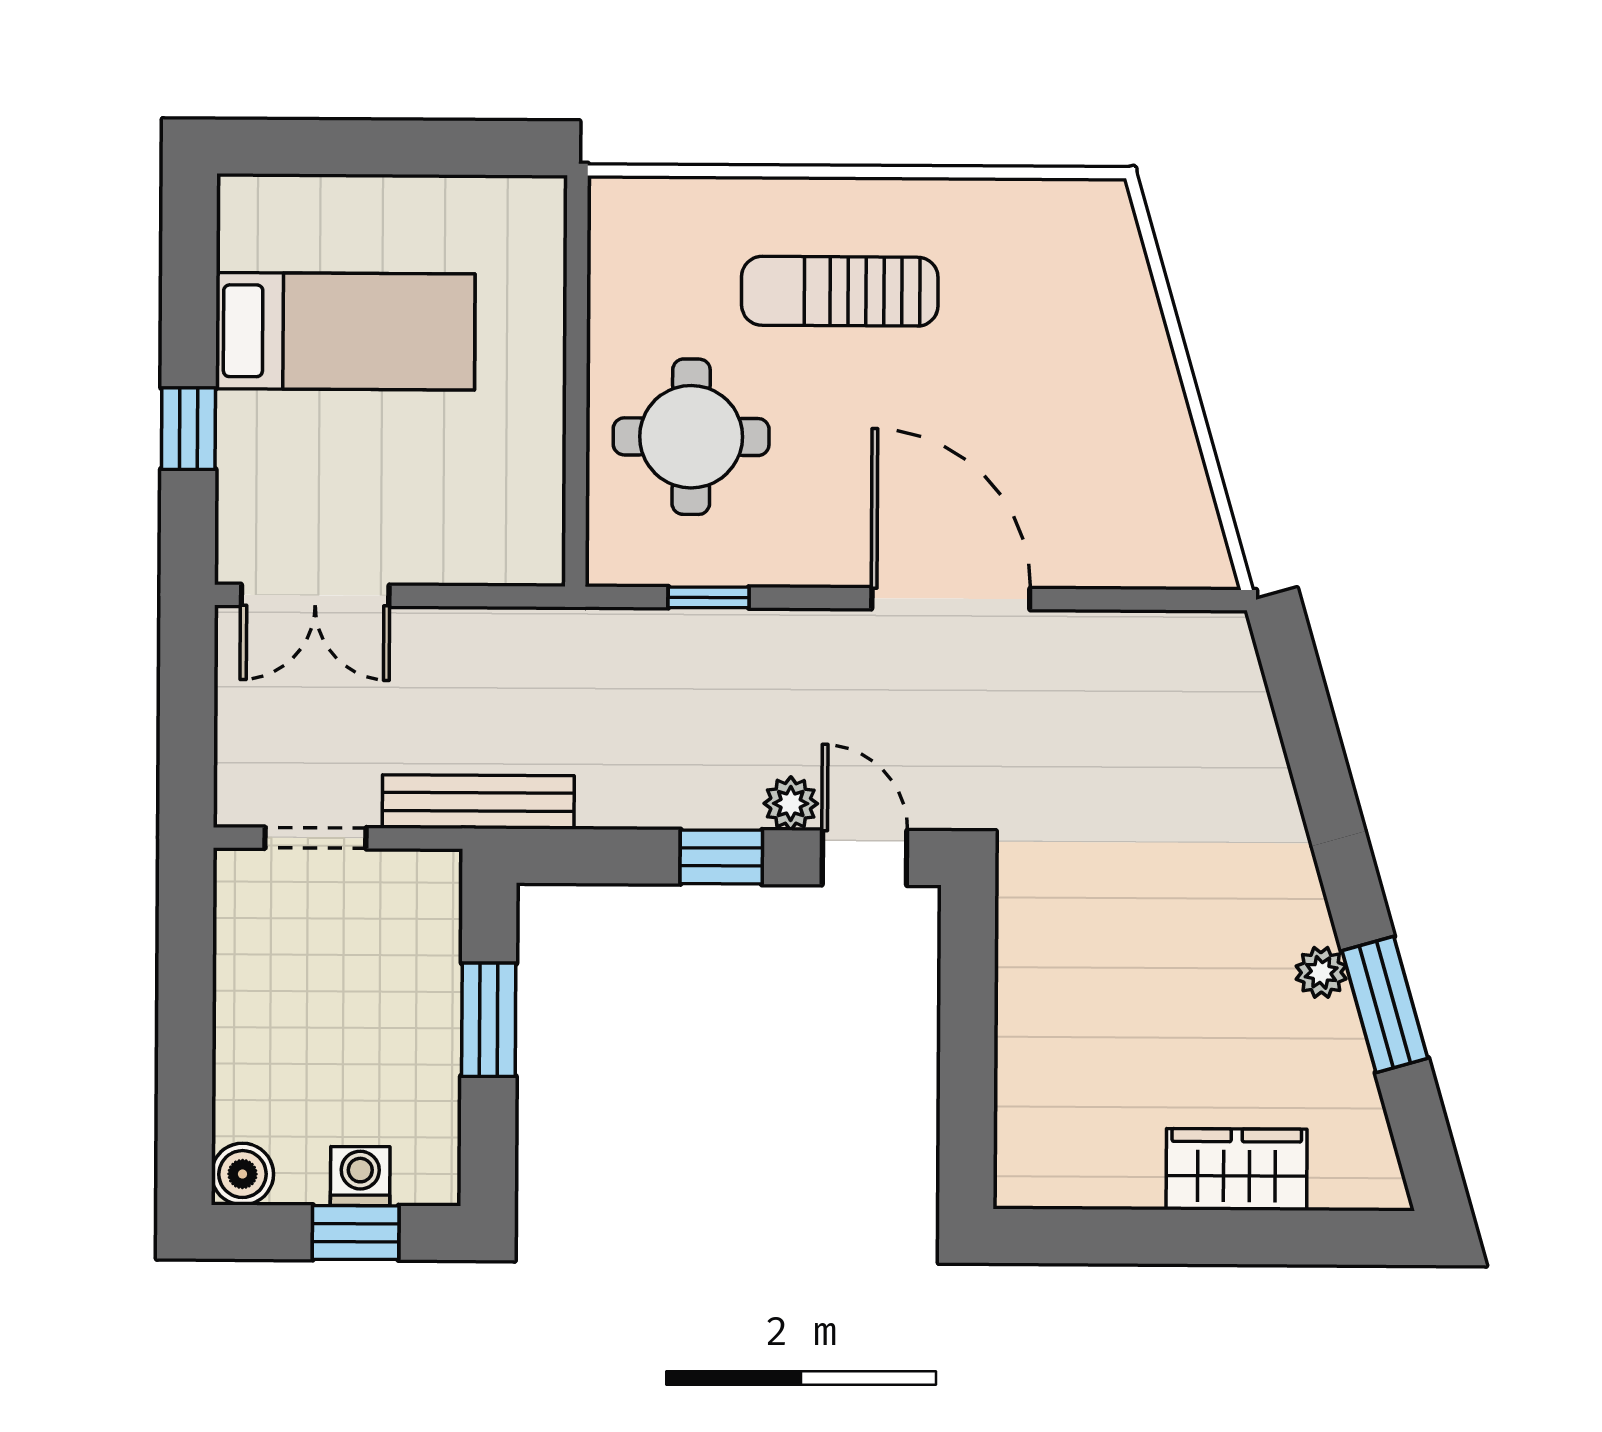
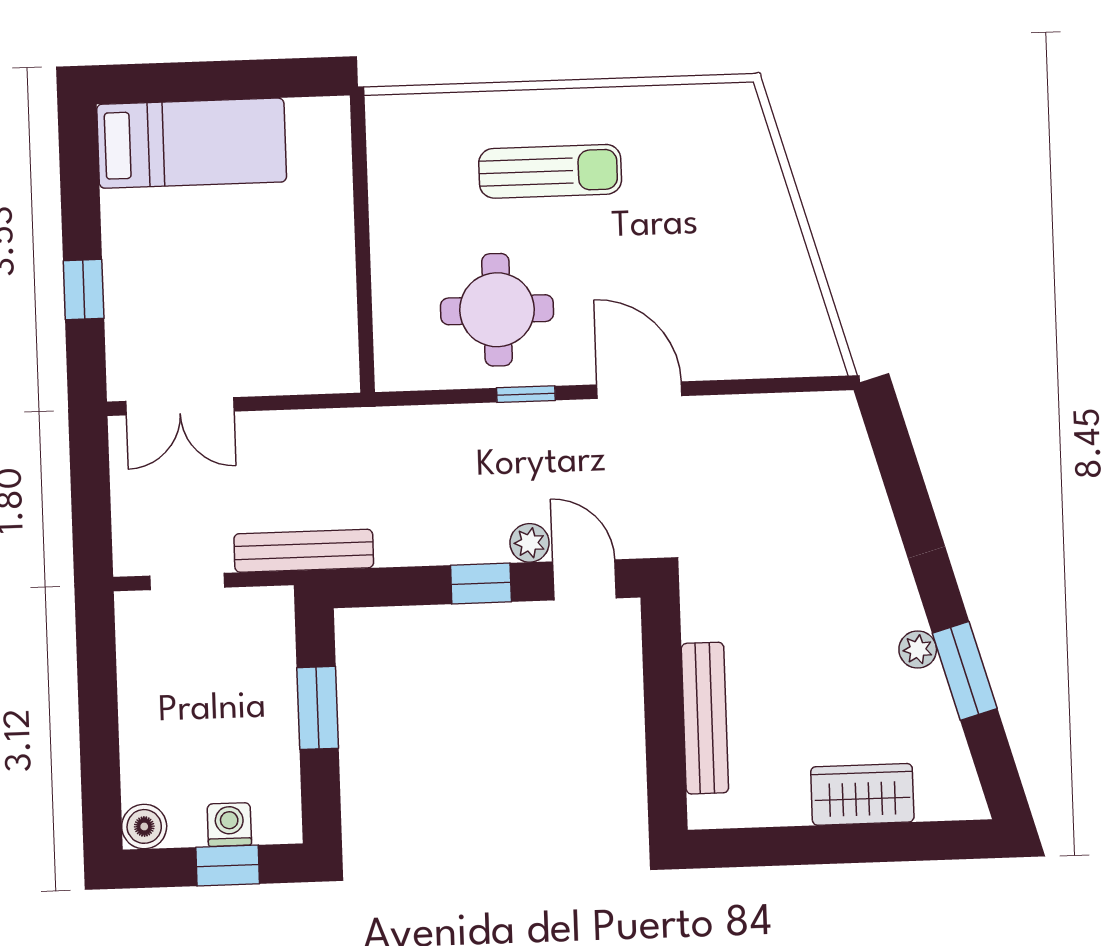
sun lounger: (840, 291) -> (550, 171), turned 180
bed: (345, 331) -> (192, 143), moved
round table: (691, 437) -> (497, 310), moved
window: (709, 597) -> (526, 394), moved
door: (951, 599) -> (639, 390), width x0.73
bench: (1023, 1055) -> (705, 718), added

